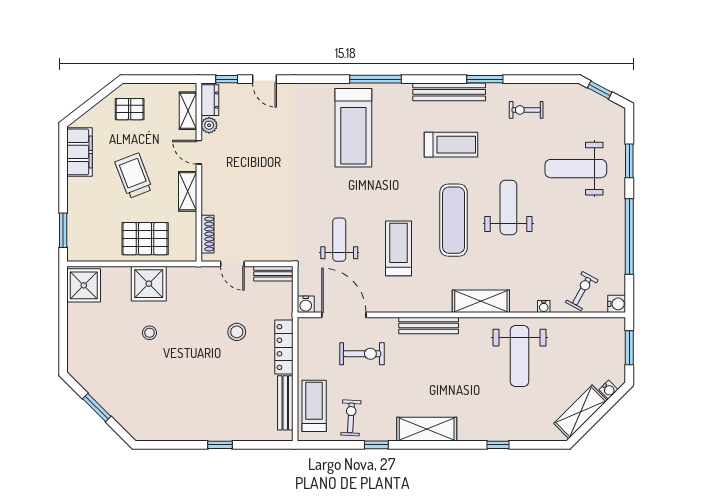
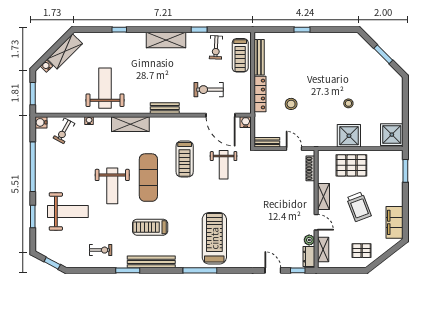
bench: (429, 326) -> (165, 108), width x0.73

